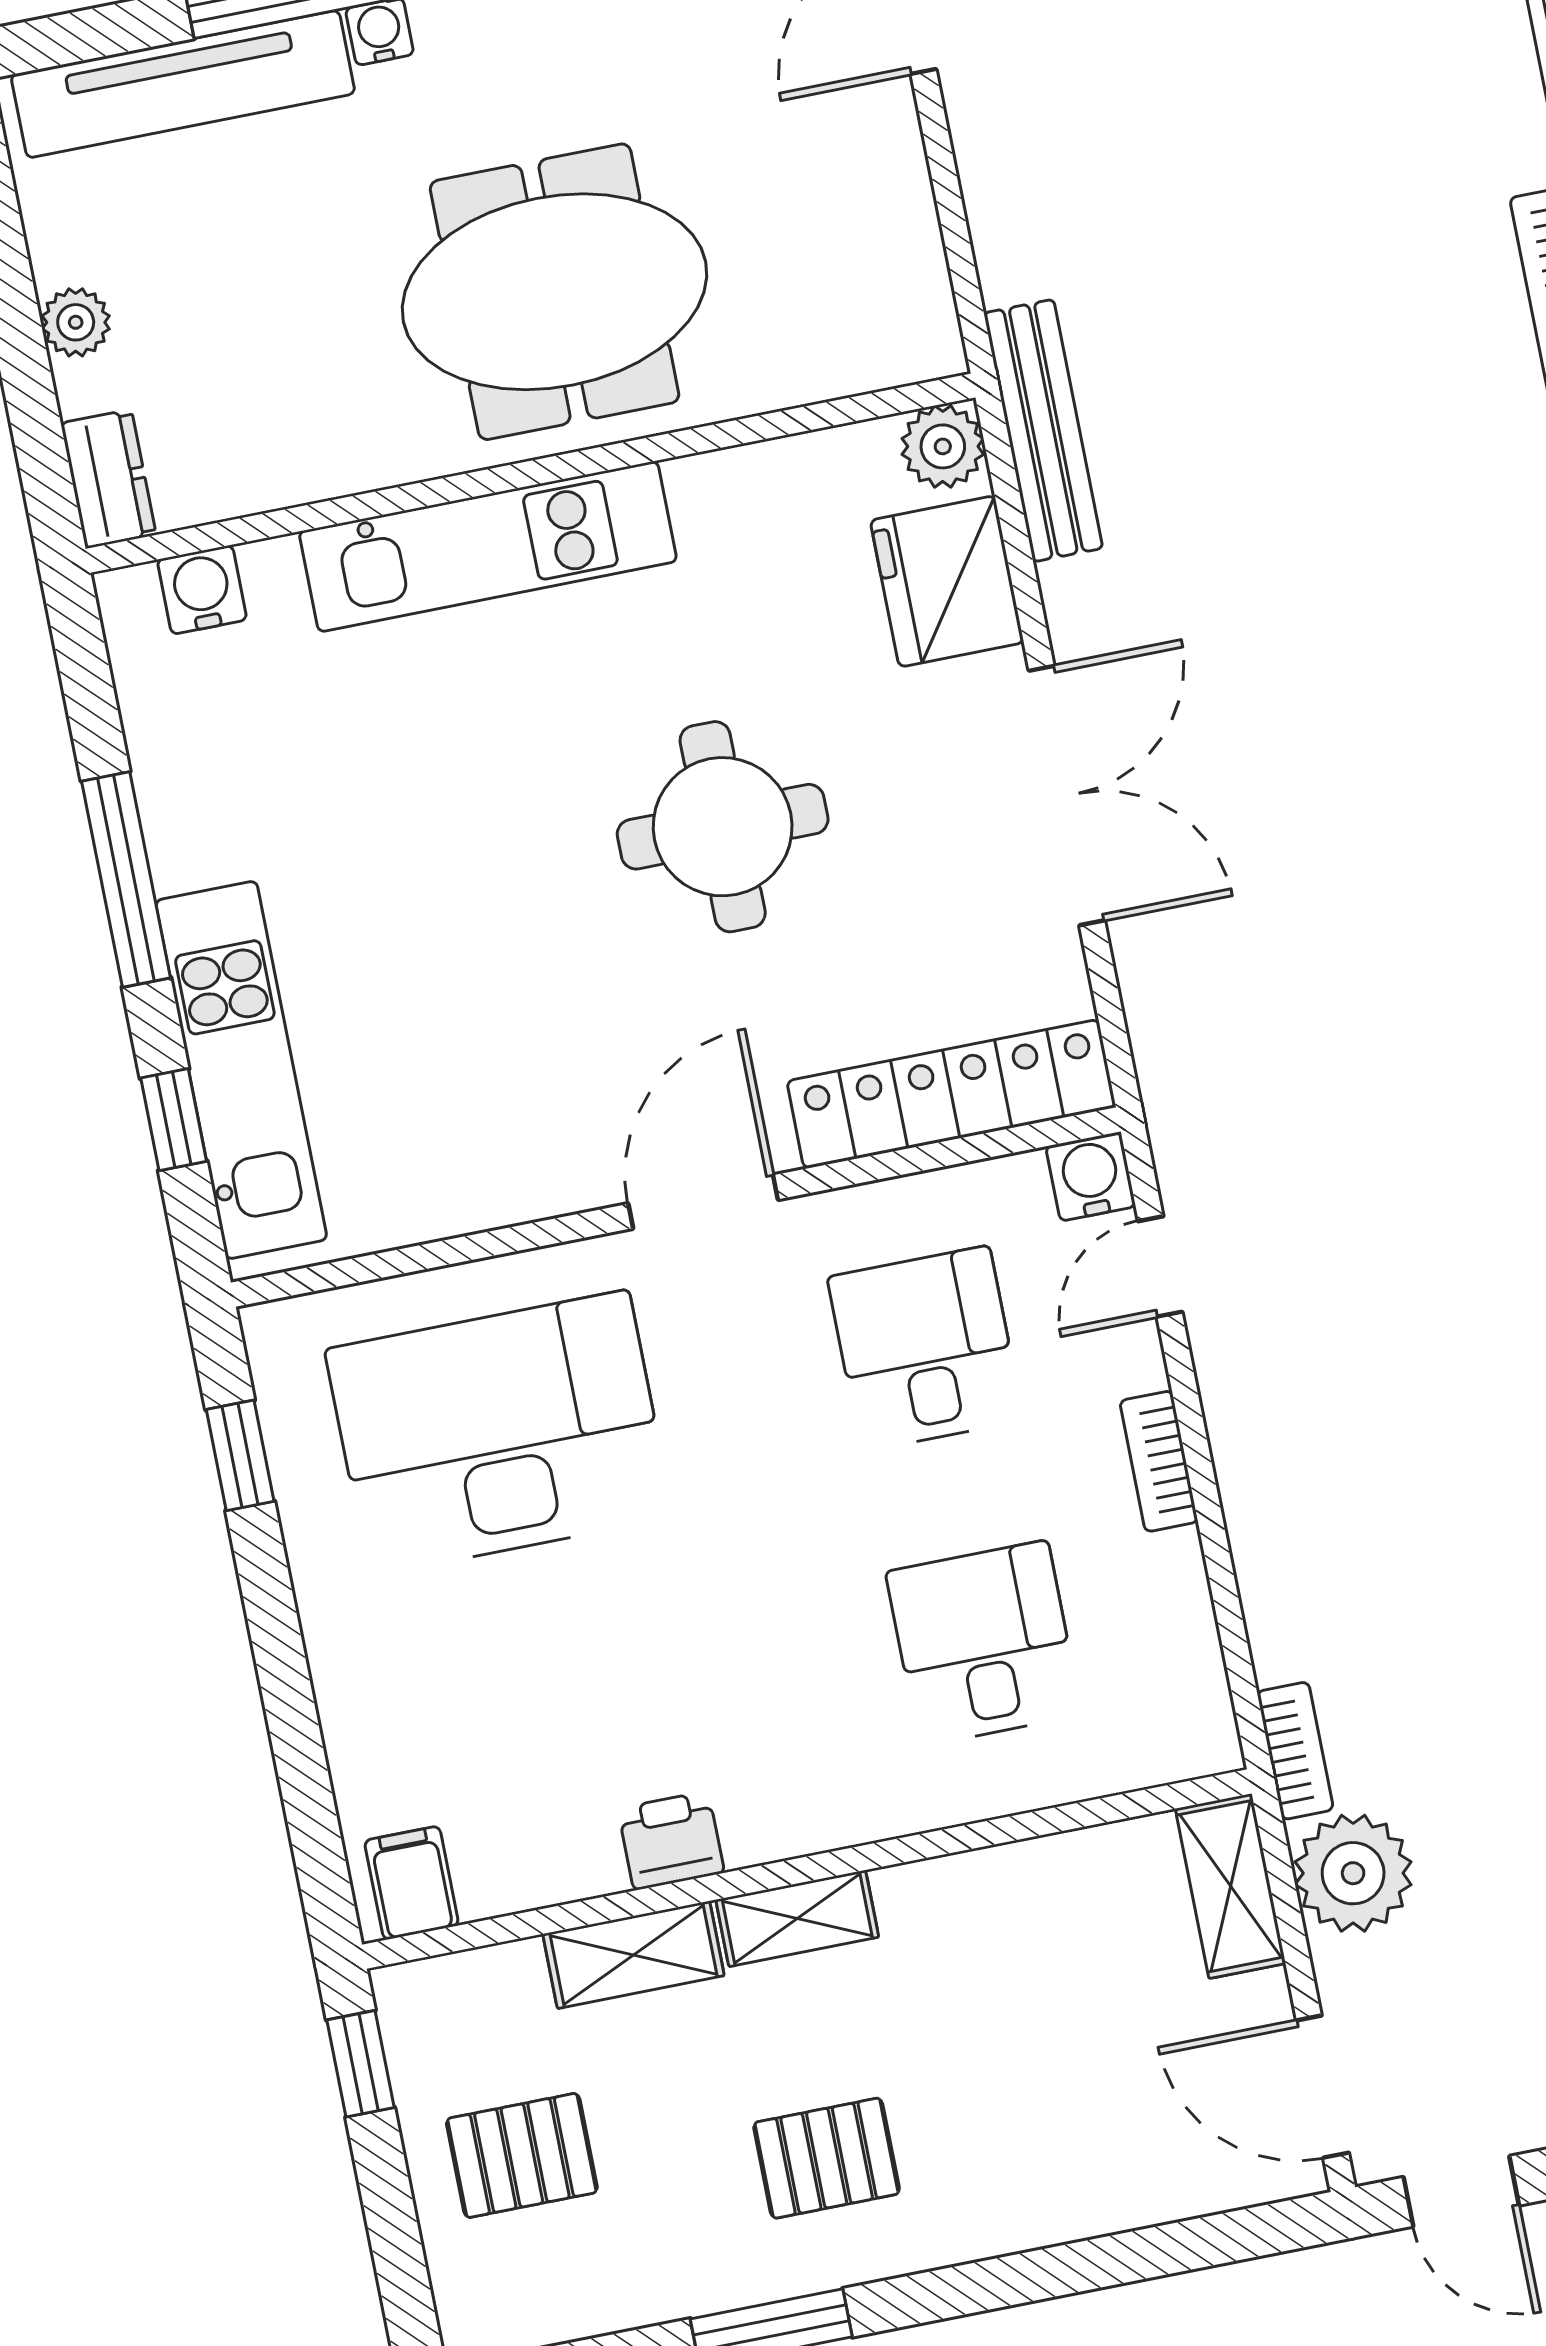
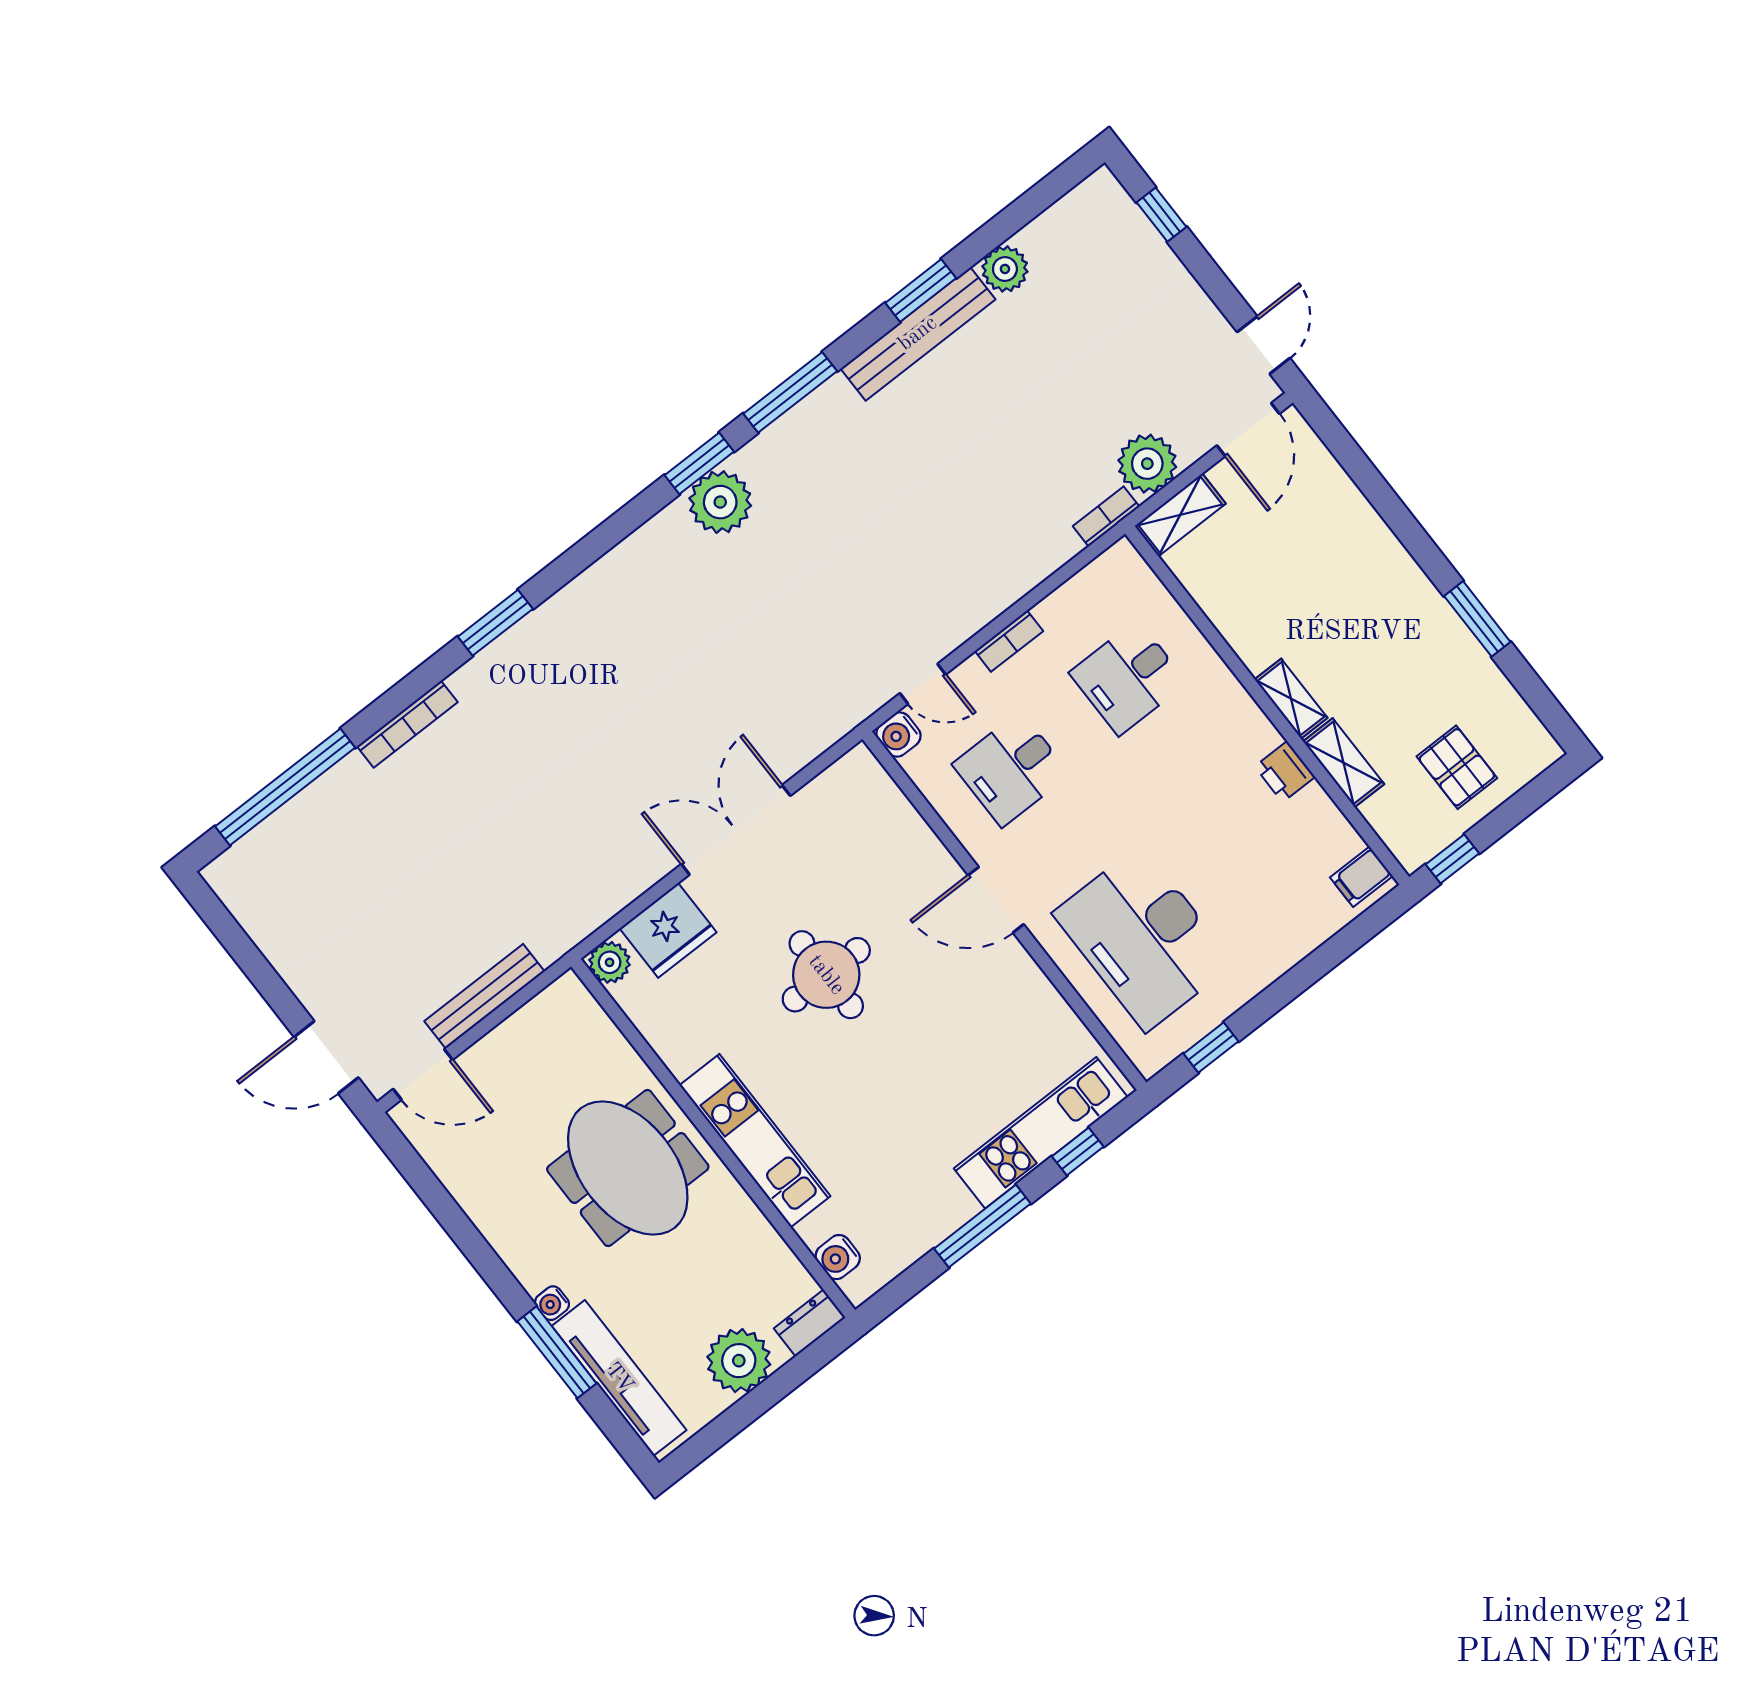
plant: (76, 322) -> (739, 1361), width x1.88, depth x1.88
bench: (1043, 431) -> (484, 996), moved
locker: (951, 1094) -> (893, 814), removed
pallet: (827, 2158) -> (1390, 632), removed

